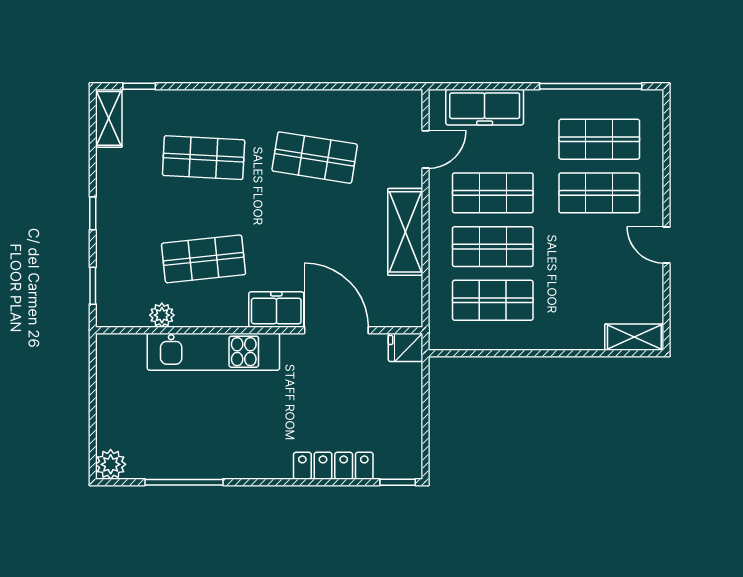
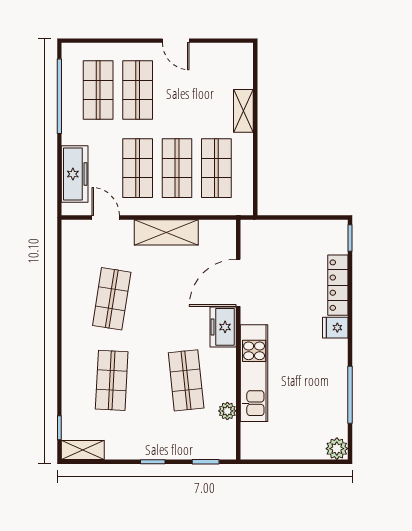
door: (667, 245) -> (176, 41), hinge flipped
shelving: (634, 337) -> (243, 111), moved
fridge: (406, 347) -> (335, 328), moved, turned 90

